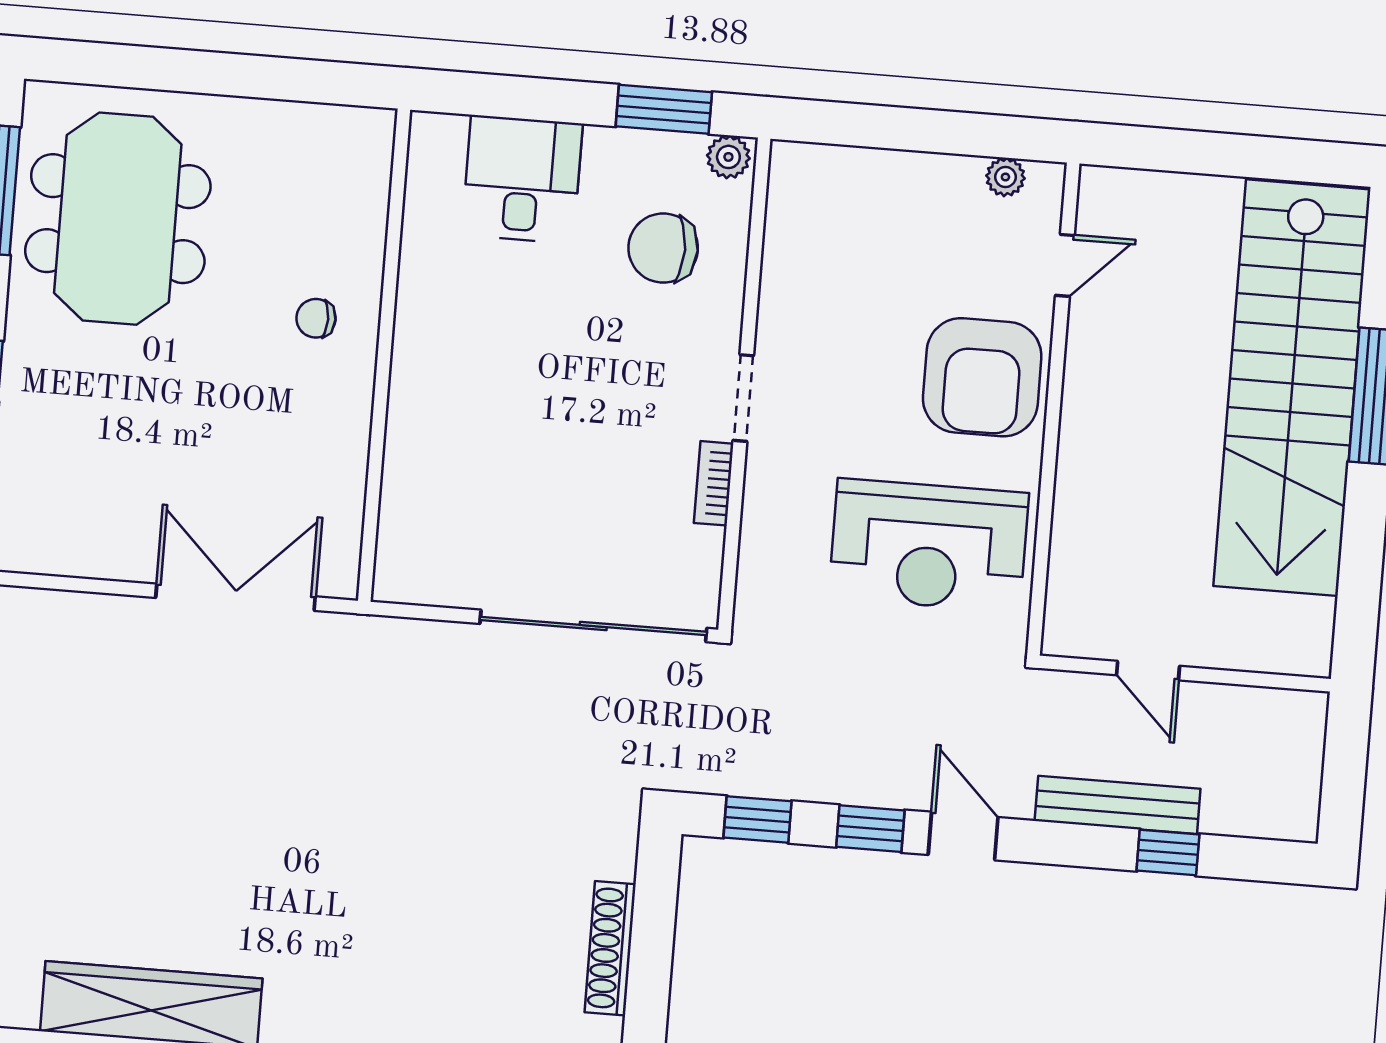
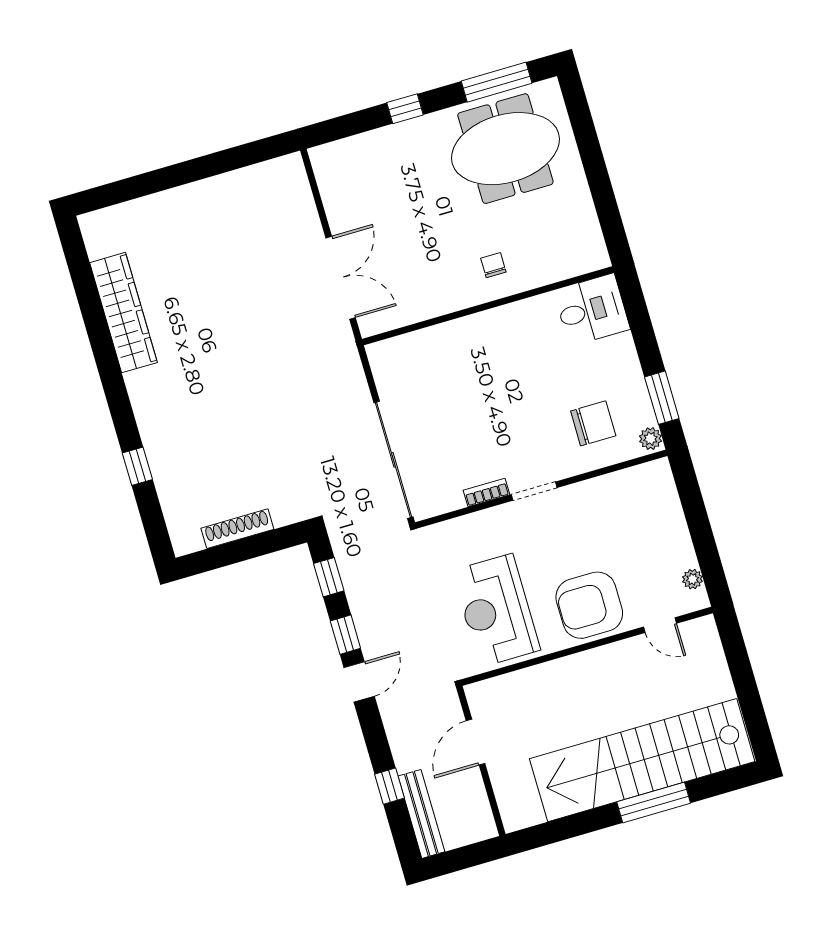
desk: (522, 179) -> (592, 310), moved
chair: (663, 248) -> (593, 423), turned 90
door: (1148, 671) -> (476, 742), width x1.38
bench: (1118, 805) -> (421, 814), moved

